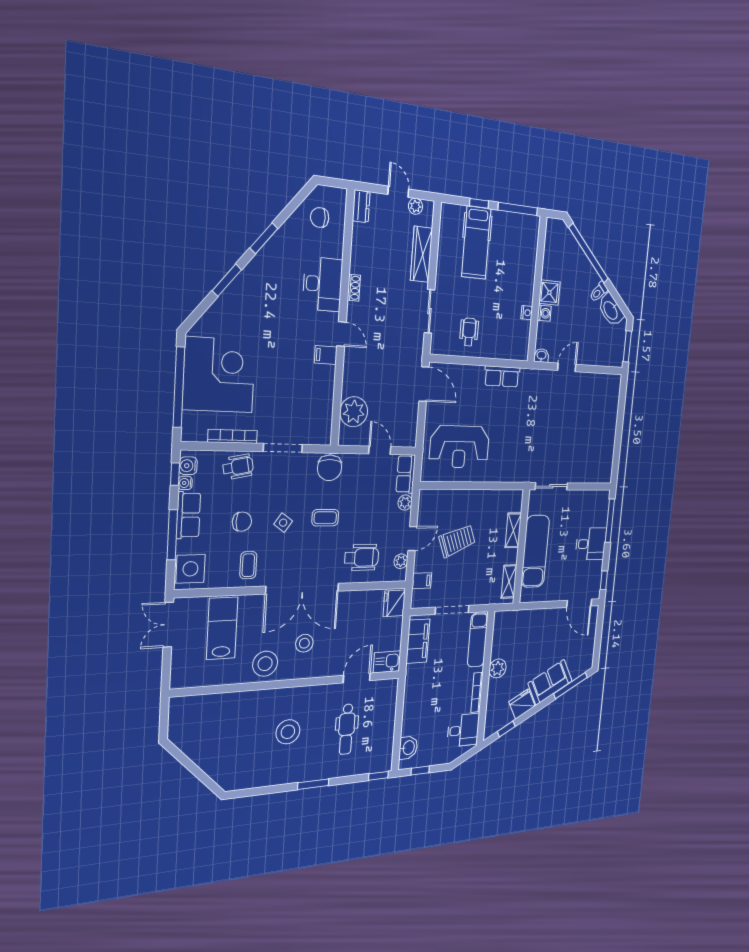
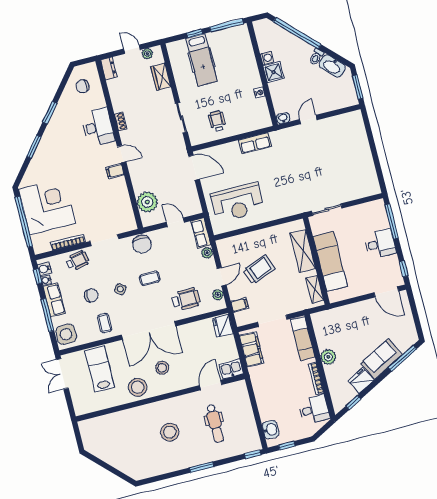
wardrobe: (421, 254) -> (161, 77), width x0.67
washing machine: (544, 313) -> (267, 58), moved
shelving: (513, 530) -> (303, 251), width x1.50, depth x1.33

